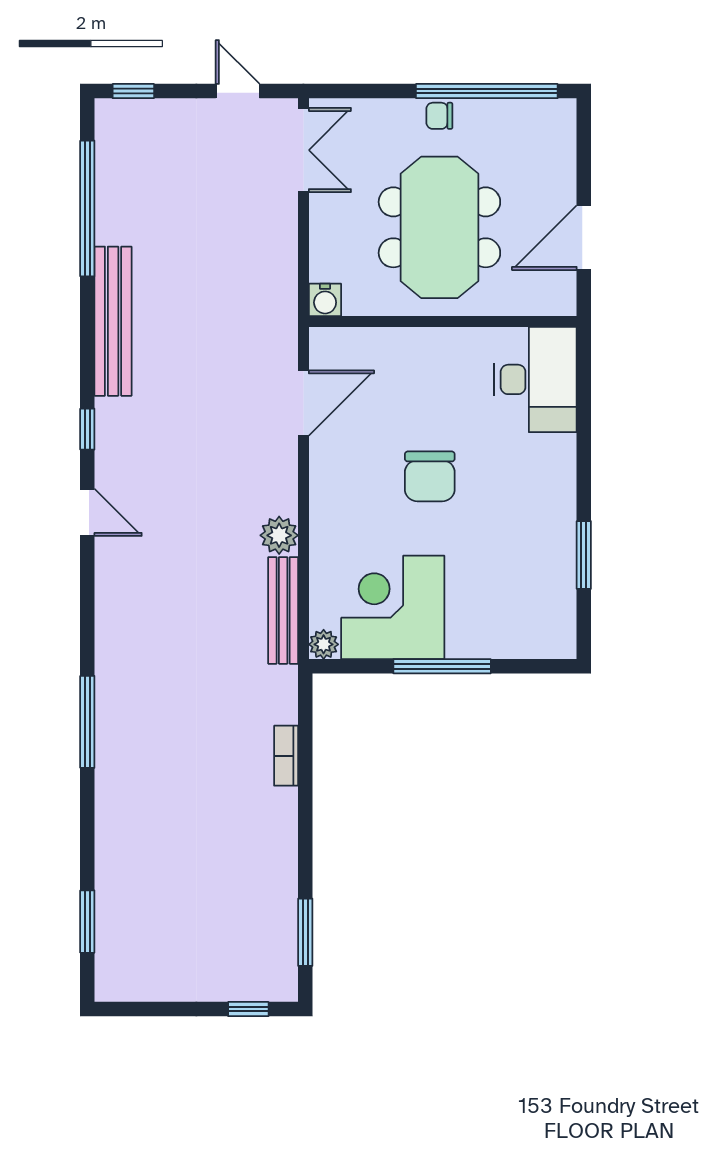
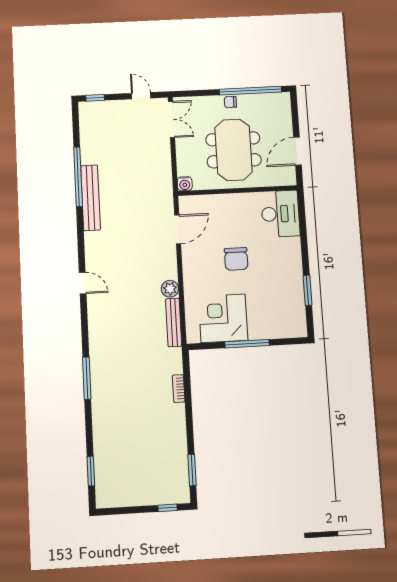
window: (87, 208) -> (78, 177), moved
window: (87, 429) -> (81, 246), removed
plant: (324, 644) -> (193, 337), removed

